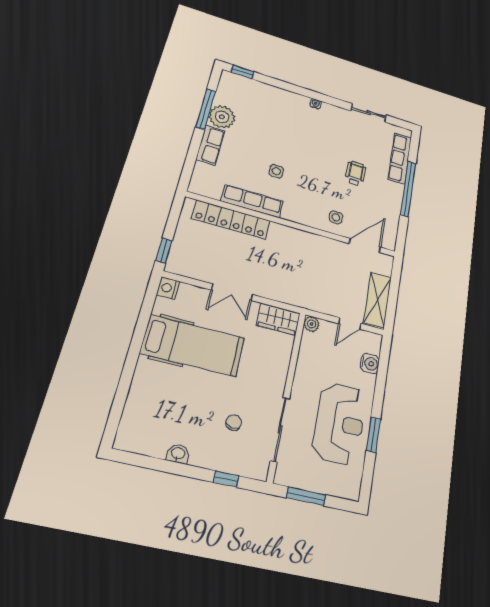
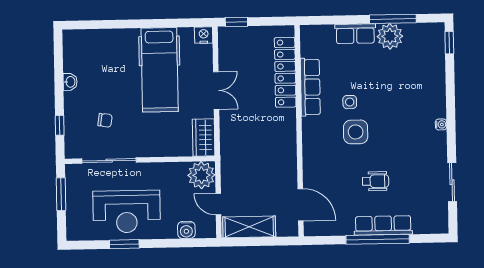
row of seats: (400, 158) -> (383, 225), moved
side table: (336, 217) -> (356, 132), moved, width x1.87, depth x1.87
double door: (232, 292) -> (216, 91), swing flipped
plant: (312, 324) -> (201, 175), width x1.87, depth x1.87

